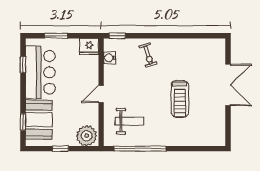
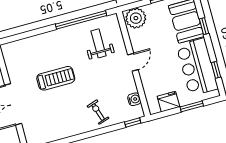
fridge: (89, 47) -> (168, 102), moved
treadmill: (180, 99) -> (56, 78), turned 90
weight bench: (129, 121) -> (99, 43), turned 90
window: (23, 122) -> (204, 26), moved

